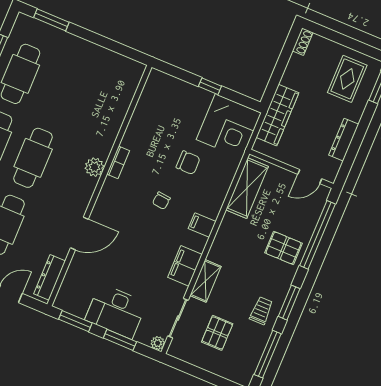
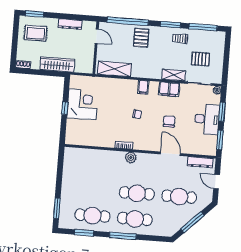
wardrobe: (277, 115) -> (57, 64), moved
corner desk: (229, 126) -> (82, 104), moved
chair: (188, 163) -> (169, 121), moved

